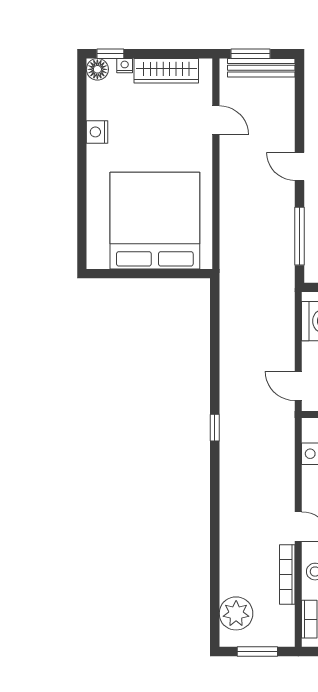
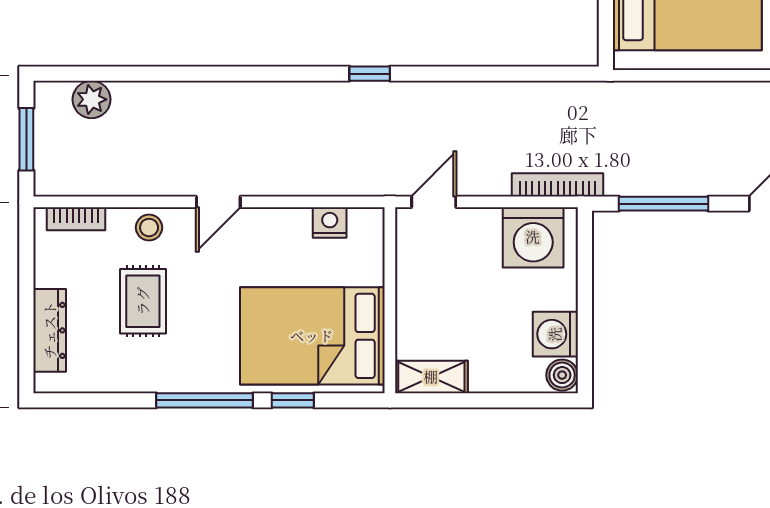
bookcase: (287, 575) -> (558, 185), moved
plant: (236, 613) -> (92, 99), width x0.73, depth x0.73

